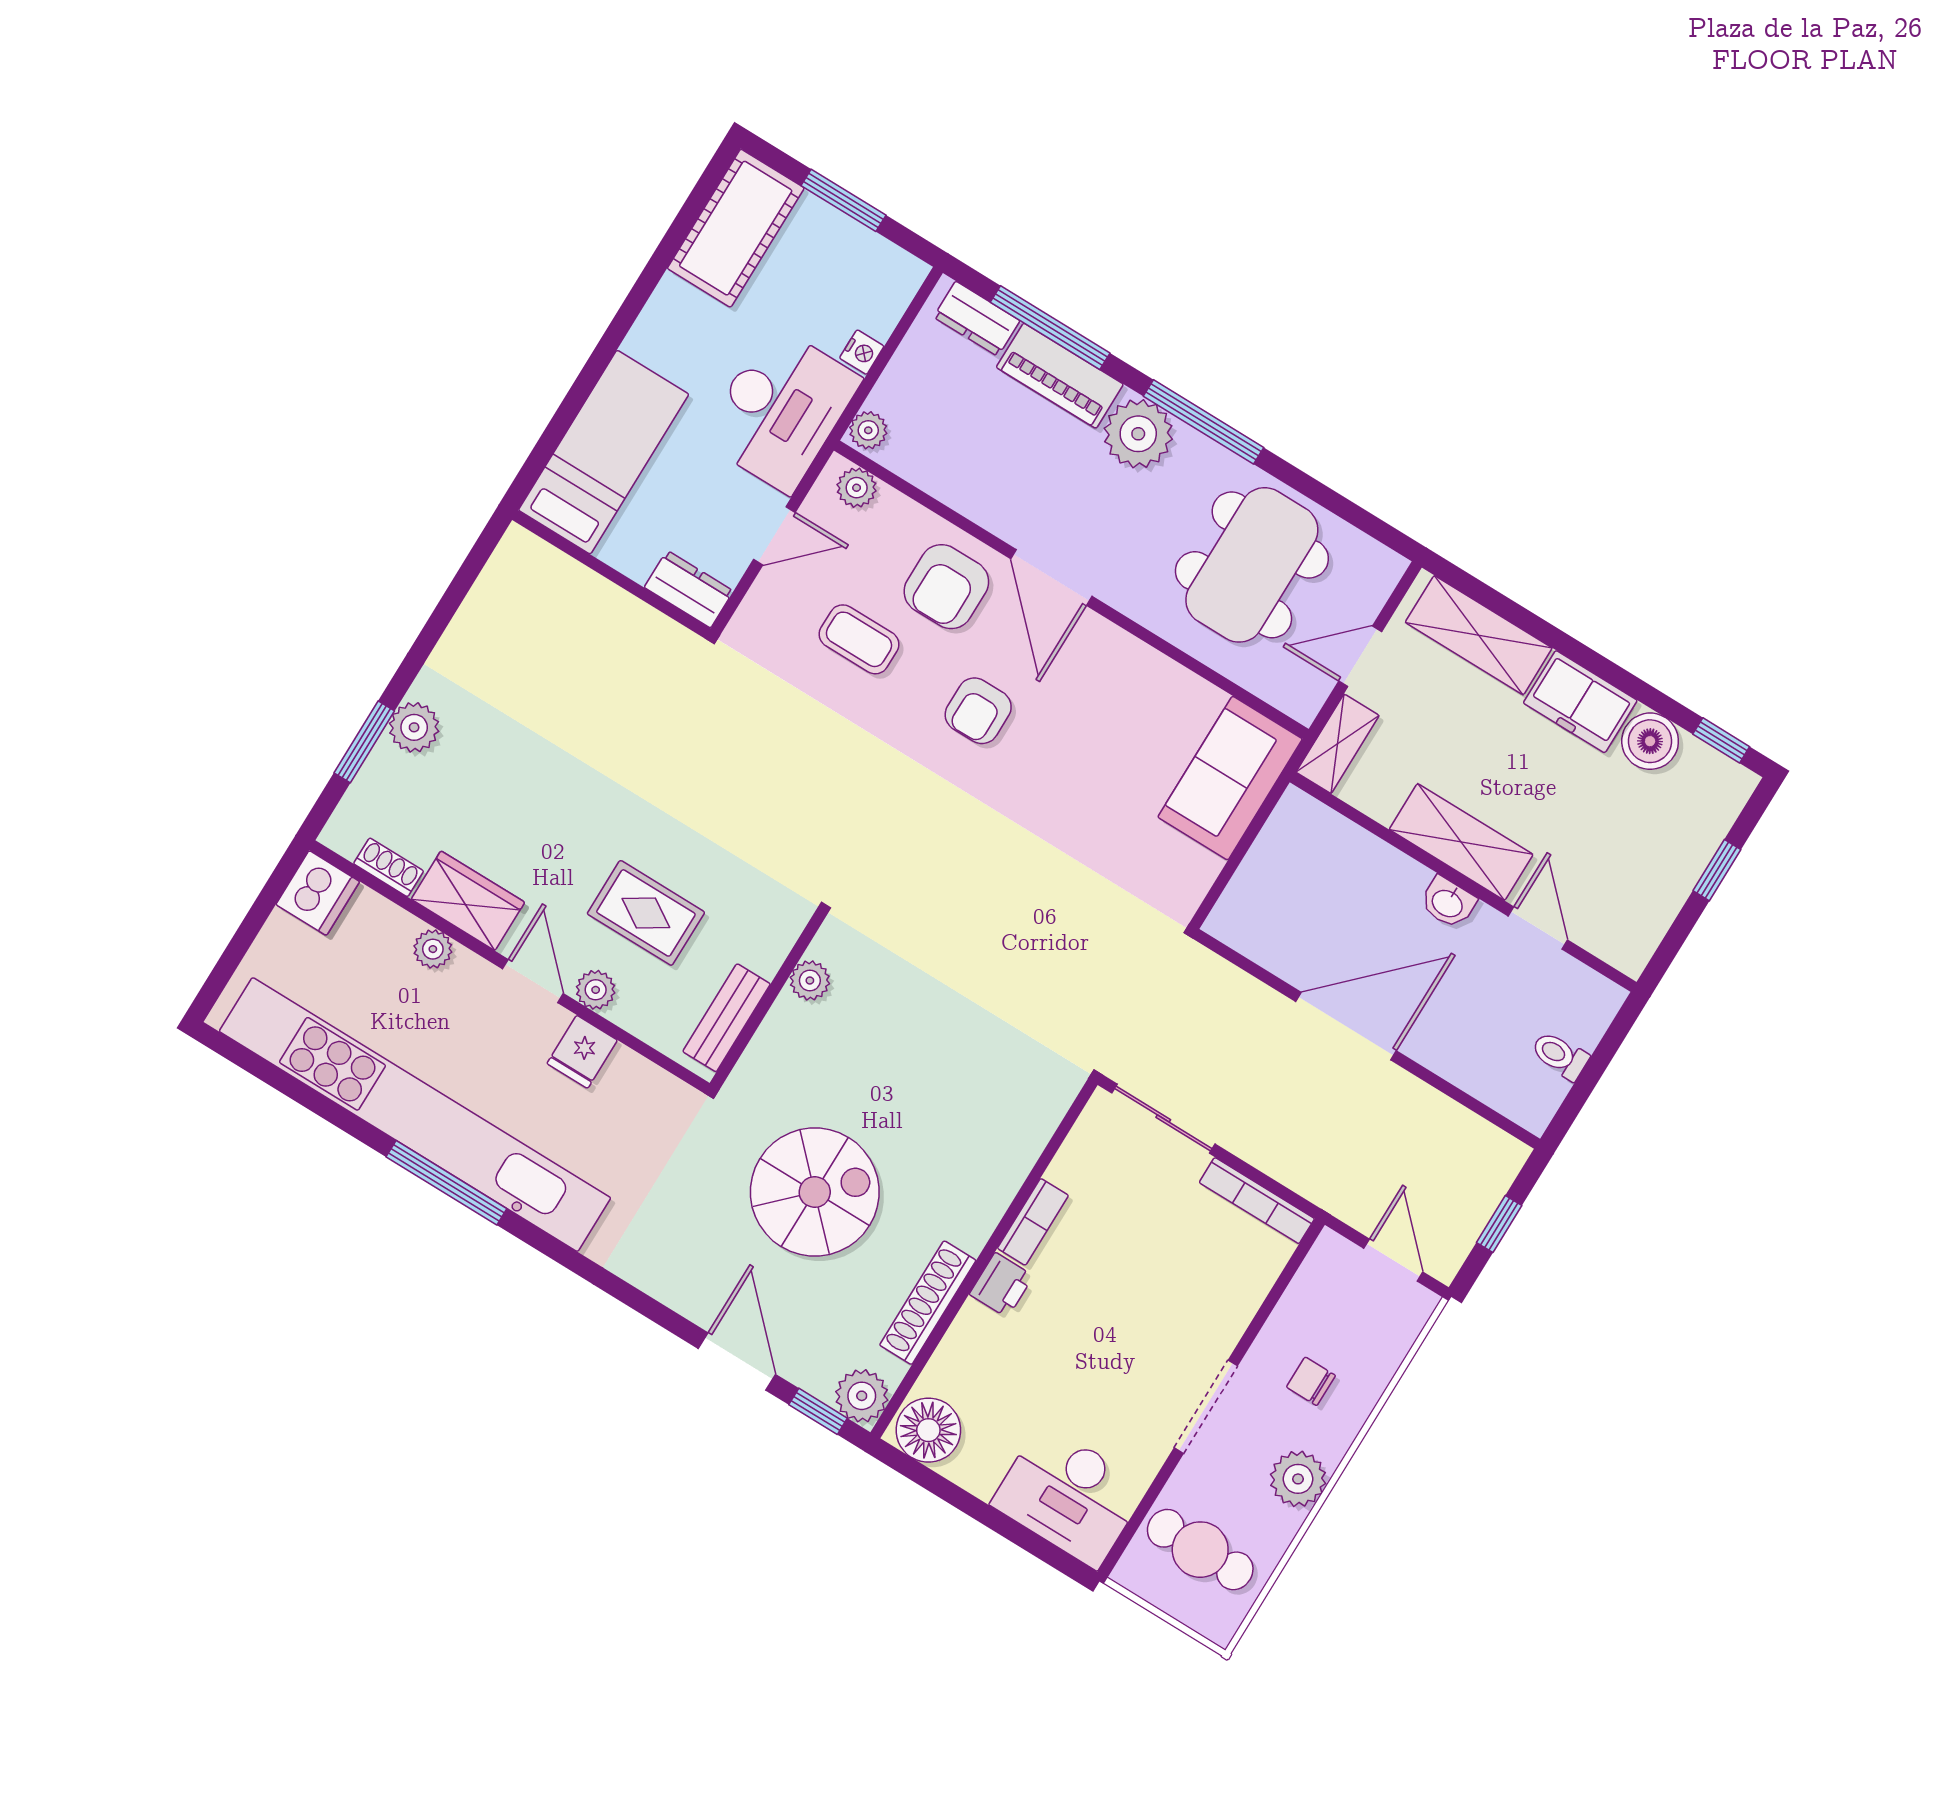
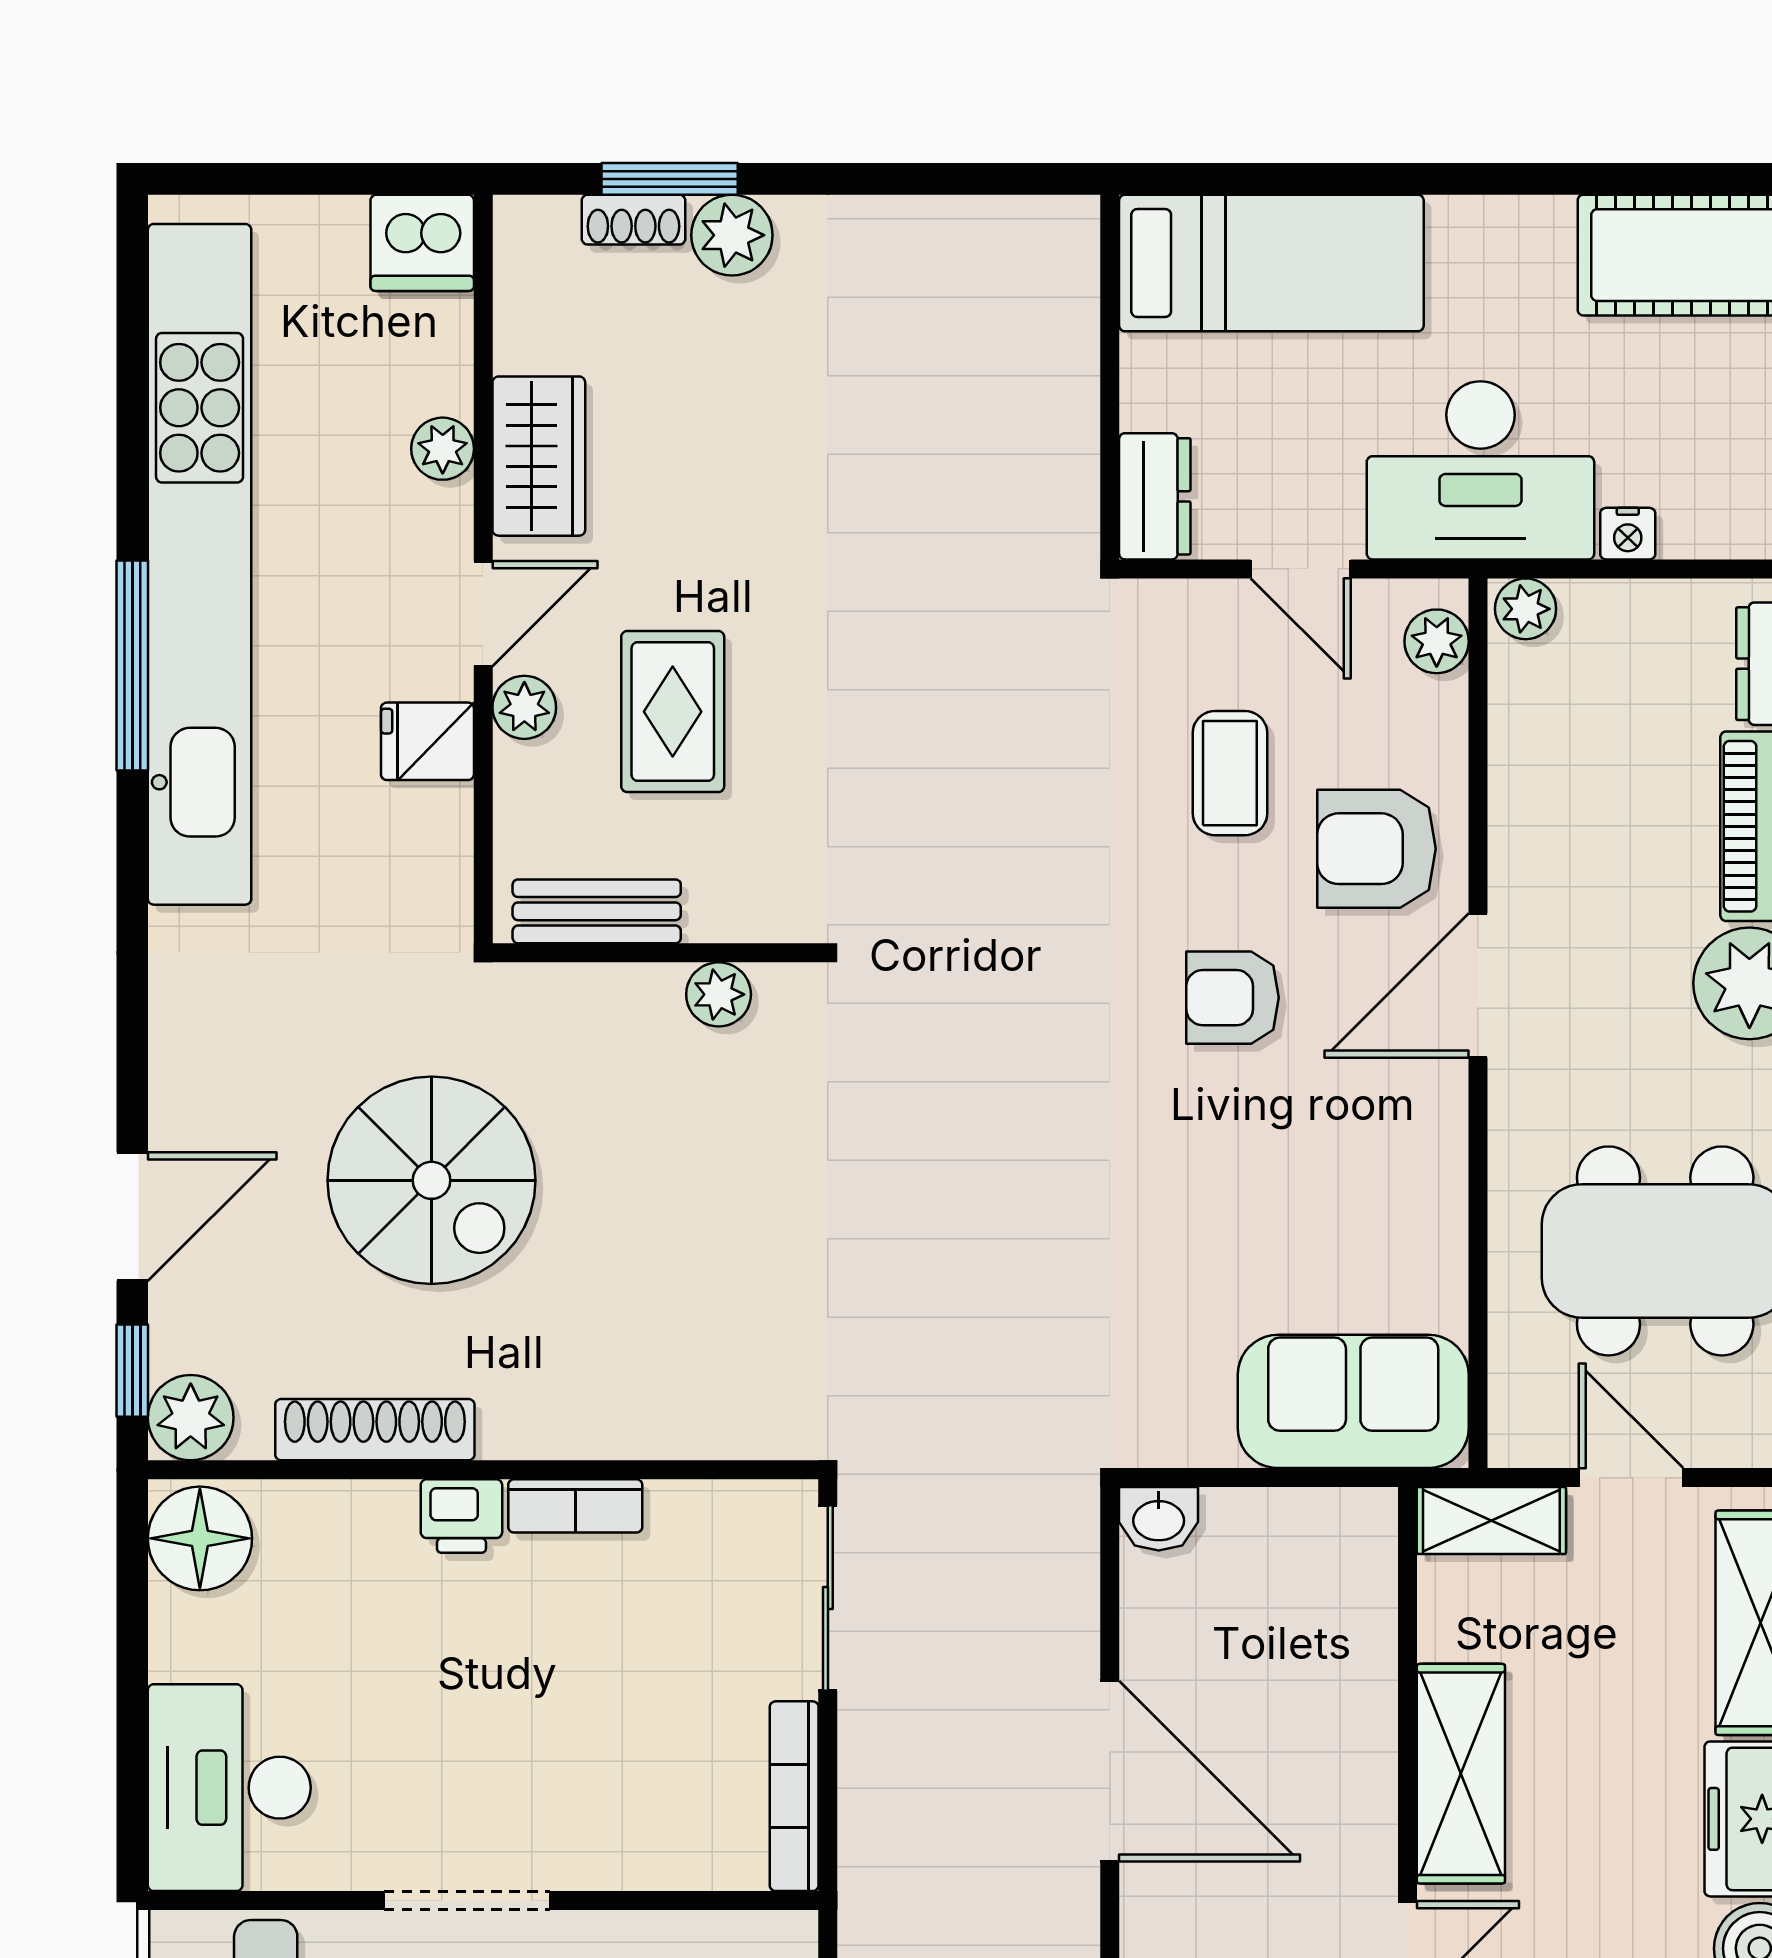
shoe rack: (389, 867) -> (633, 220), moved, turned 90
washbasin: (1448, 903) -> (1159, 1519), moved, turned -90

